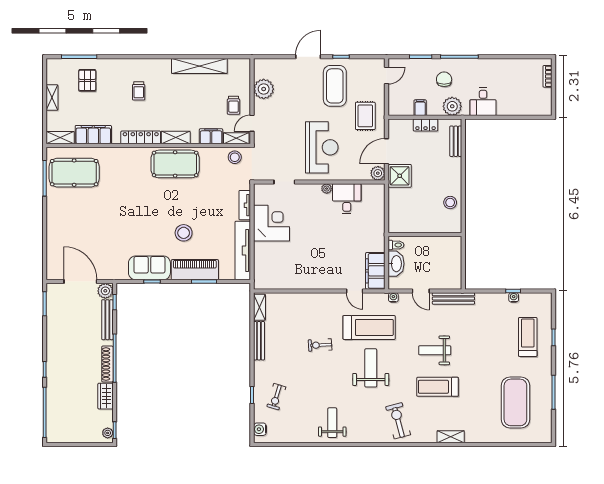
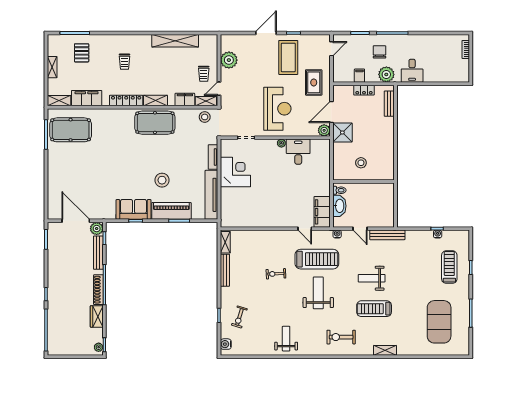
stool: (450, 202) -> (361, 163), moved
exercise bike: (398, 421) -> (341, 337), turned -75

